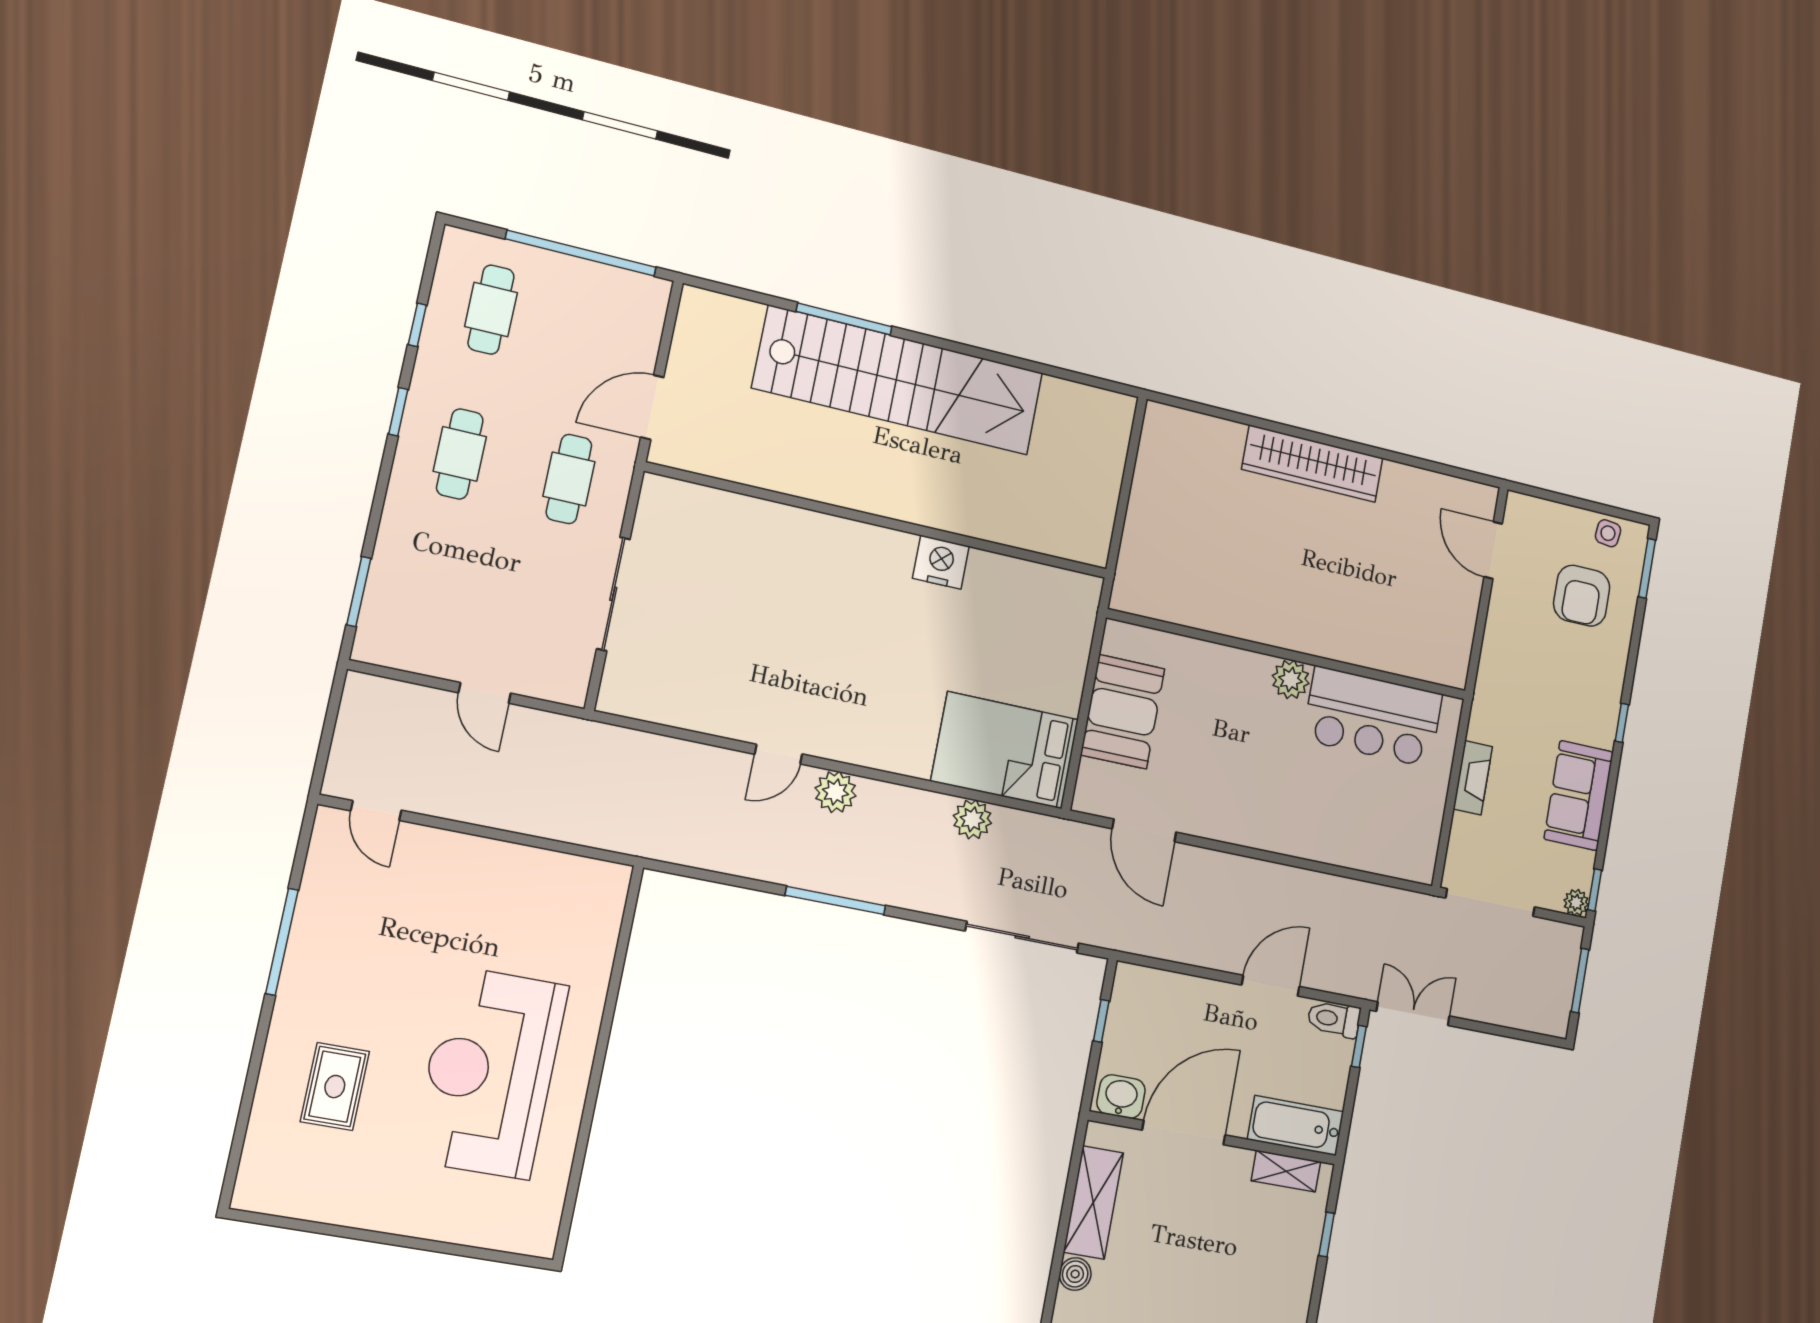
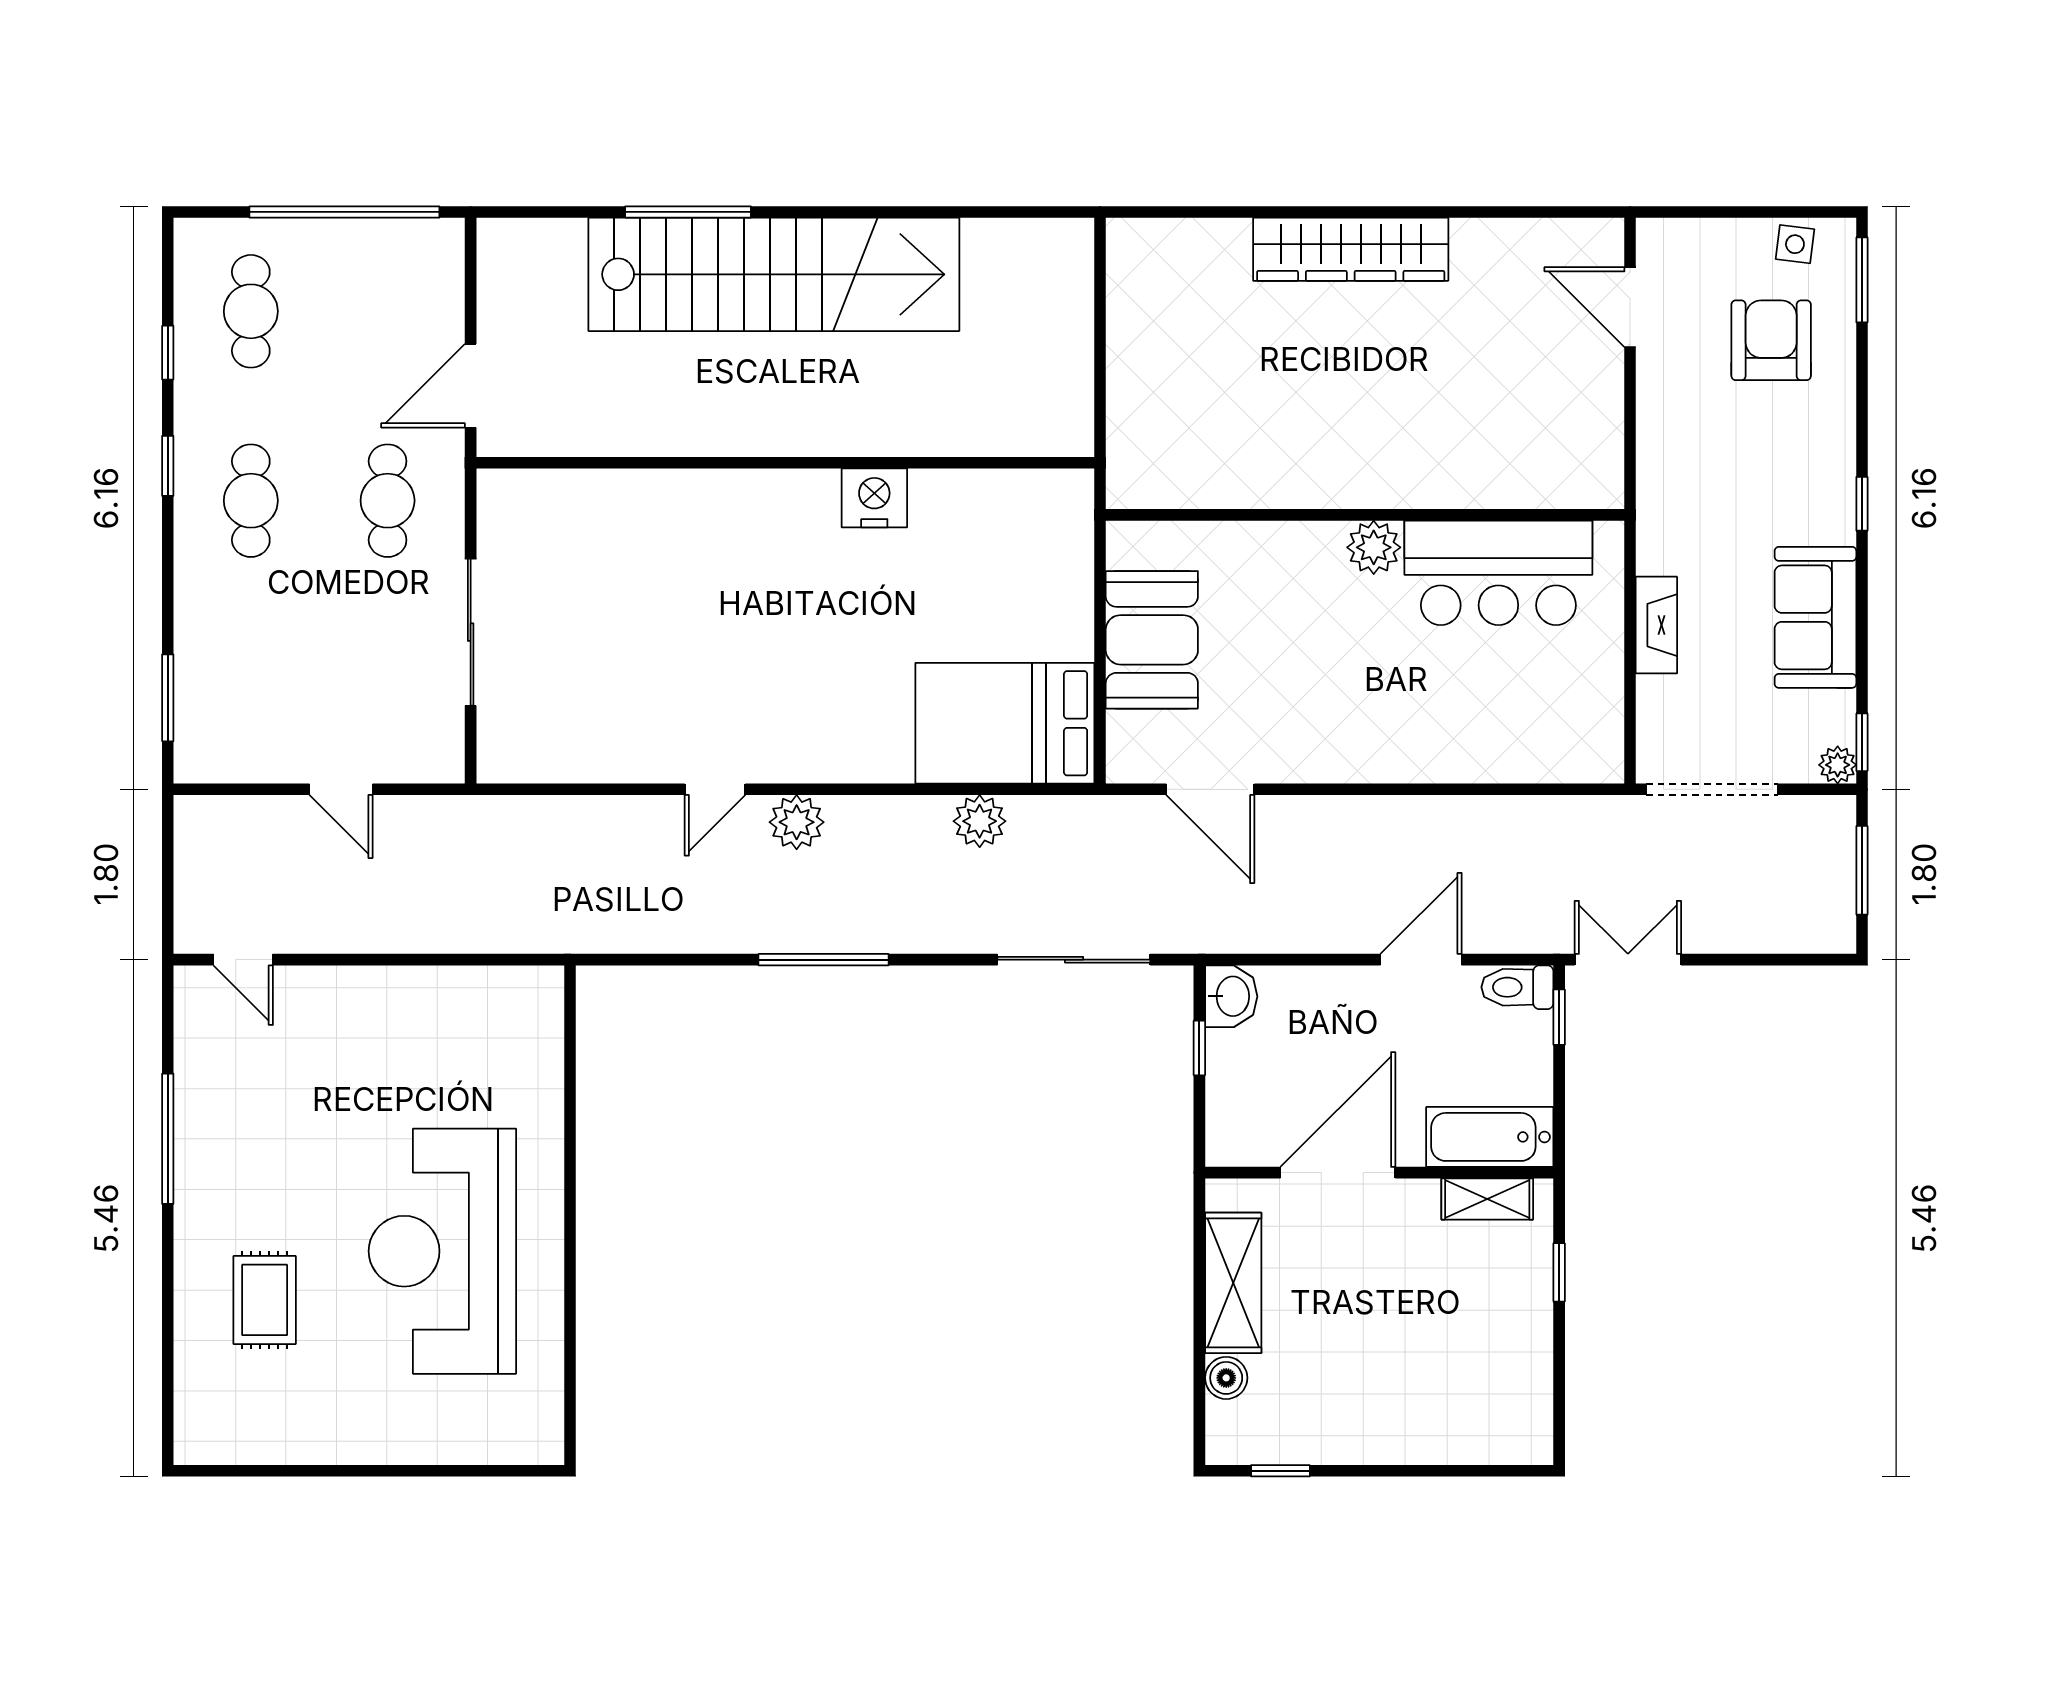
armchair: (1582, 596) -> (1771, 340), turned 180
washbasin: (1121, 1097) -> (1231, 996), moved, turned 90

